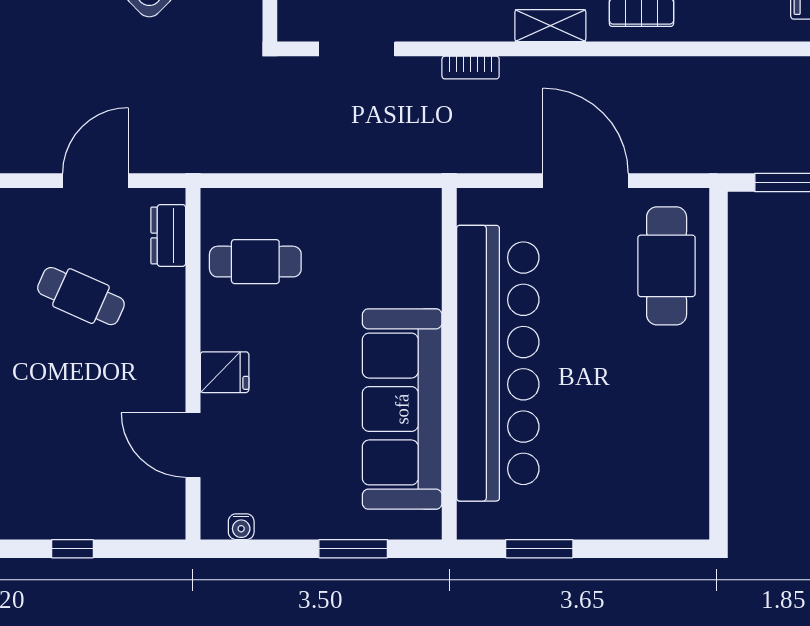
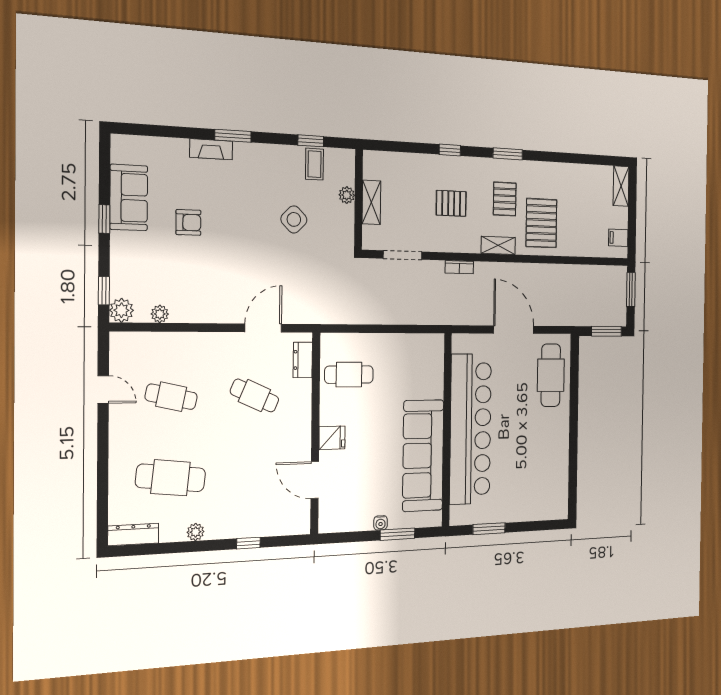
water cooler: (241, 527) -> (381, 523), moved

